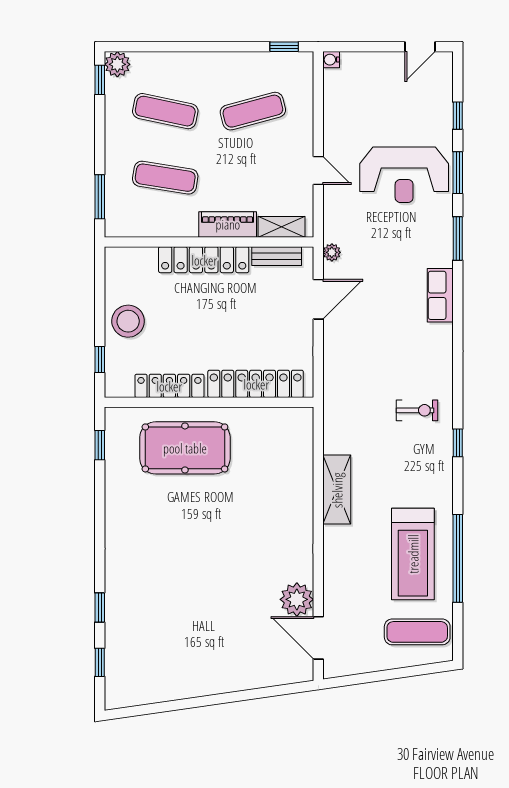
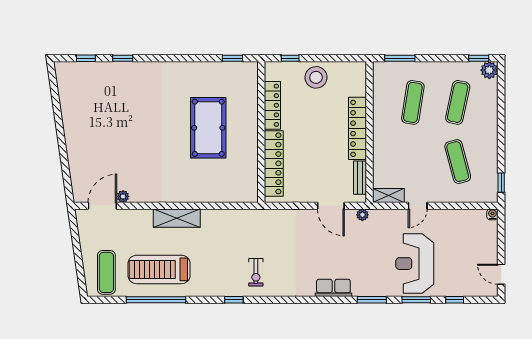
piano: (228, 224) -> (381, 144), removed
shelving: (282, 227) -> (388, 195), moved, turned 90
pool table: (185, 448) -> (208, 128), moved
shelving: (337, 490) -> (177, 218), moved
plant: (297, 599) -> (123, 196), width x0.53, depth x0.53

